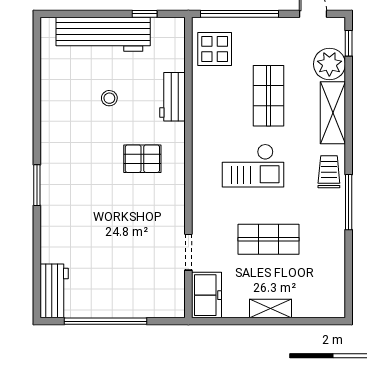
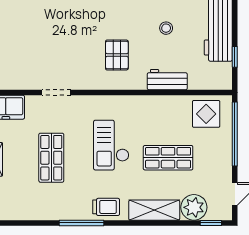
doorway: (188, 252) -> (56, 92), moved

